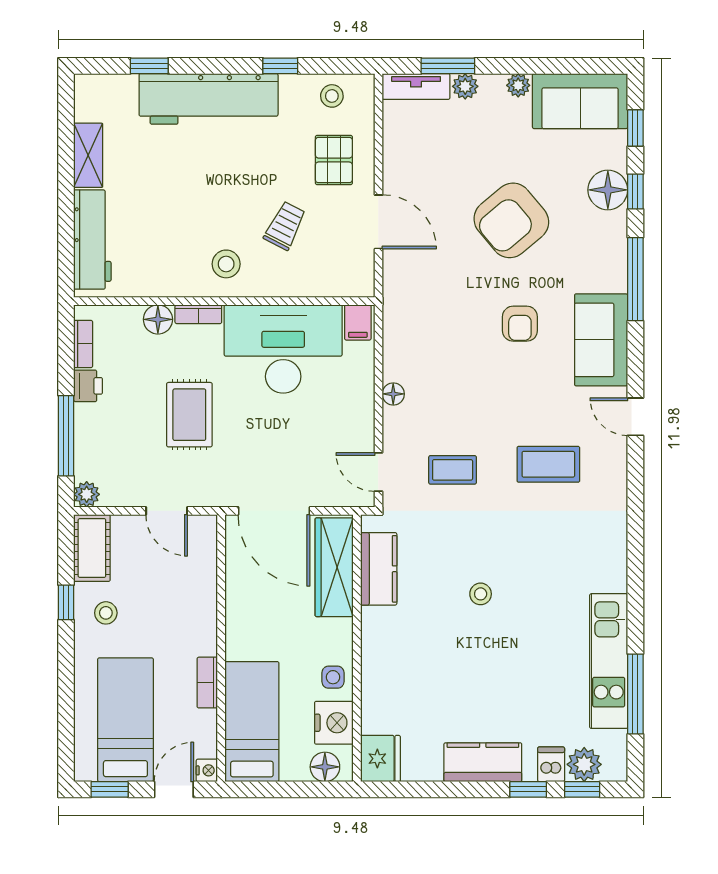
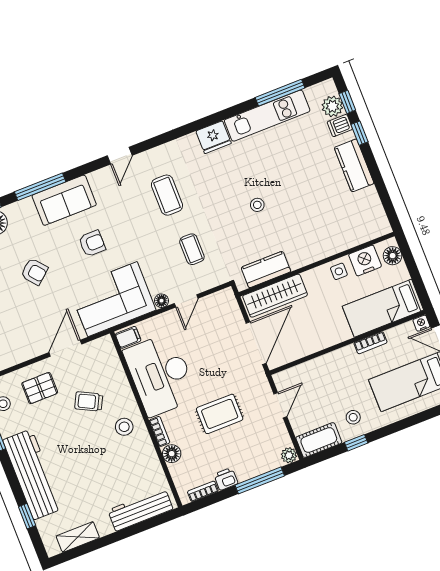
shelving: (88, 155) -> (78, 537), moved
armchair: (511, 220) -> (34, 272), width x0.53, depth x0.53
corner sofa: (424, 321) -> (112, 299), added
sofa: (601, 340) -> (64, 200), moved
door: (378, 472) -> (186, 301), moved
fridge: (380, 759) -> (214, 137), moved, turned 180

